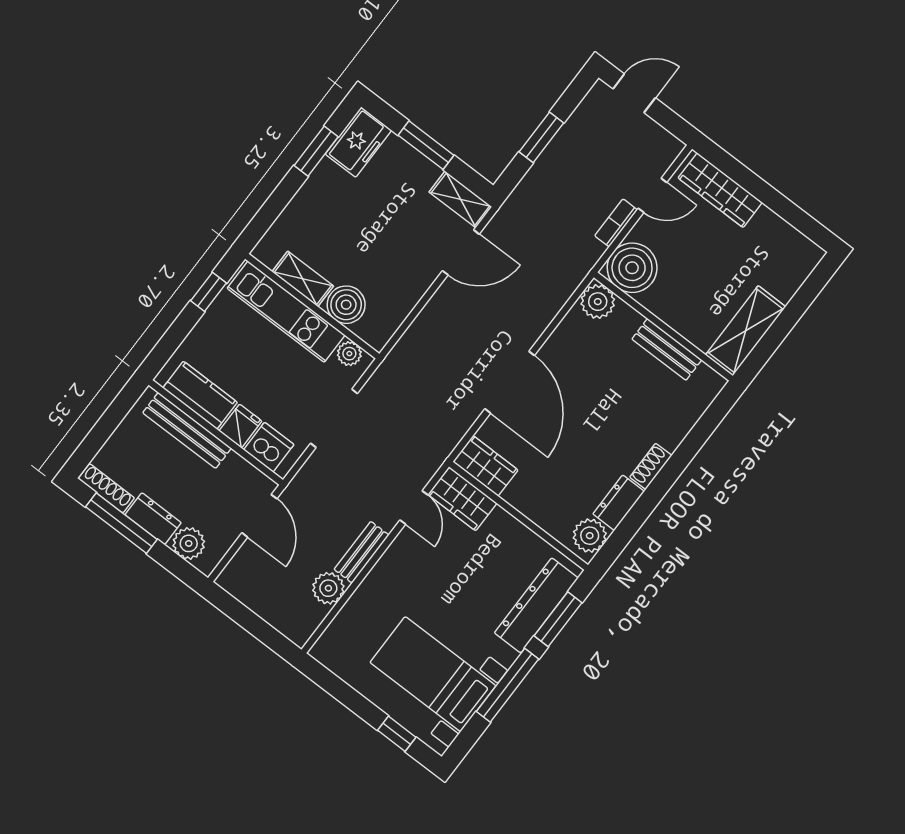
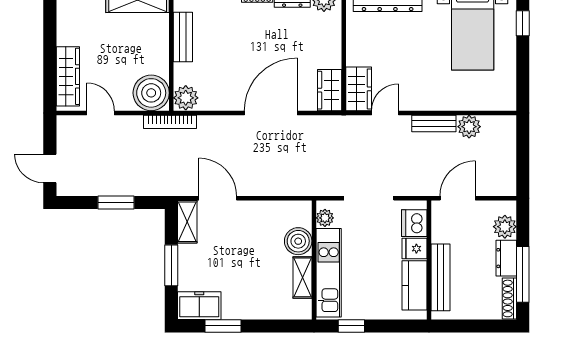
bookcase: (616, 223) -> (170, 122), moved, width x1.56

